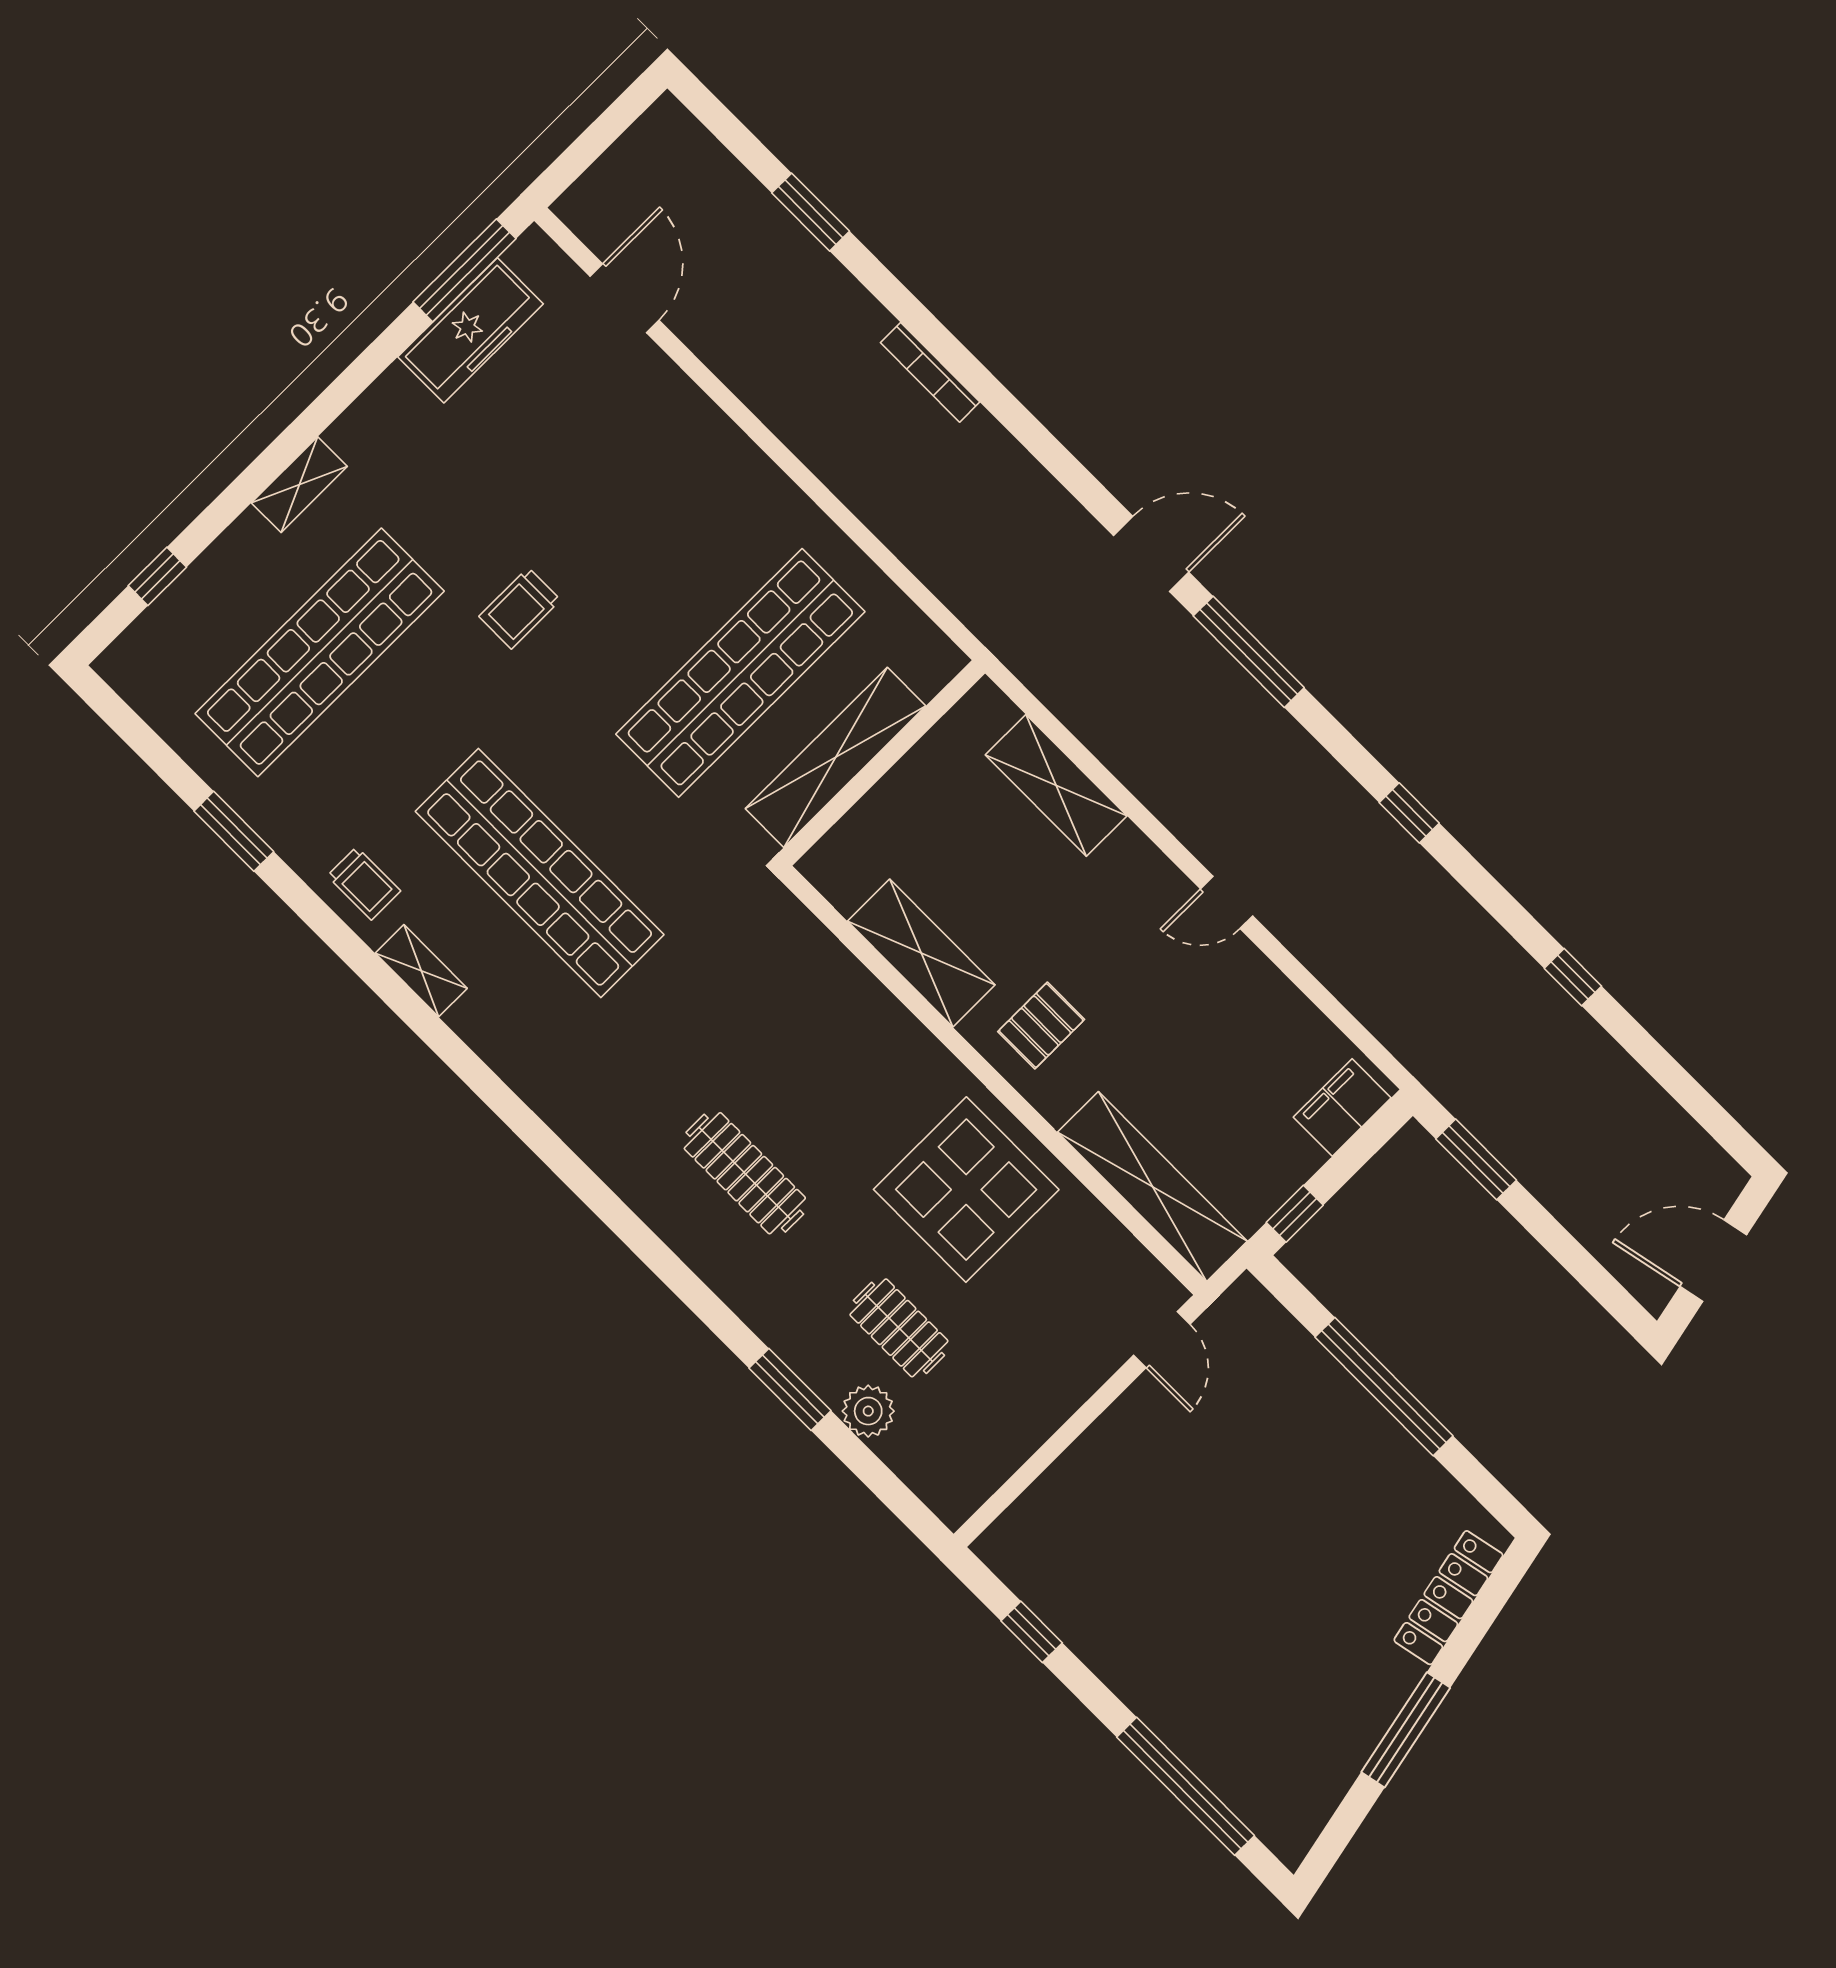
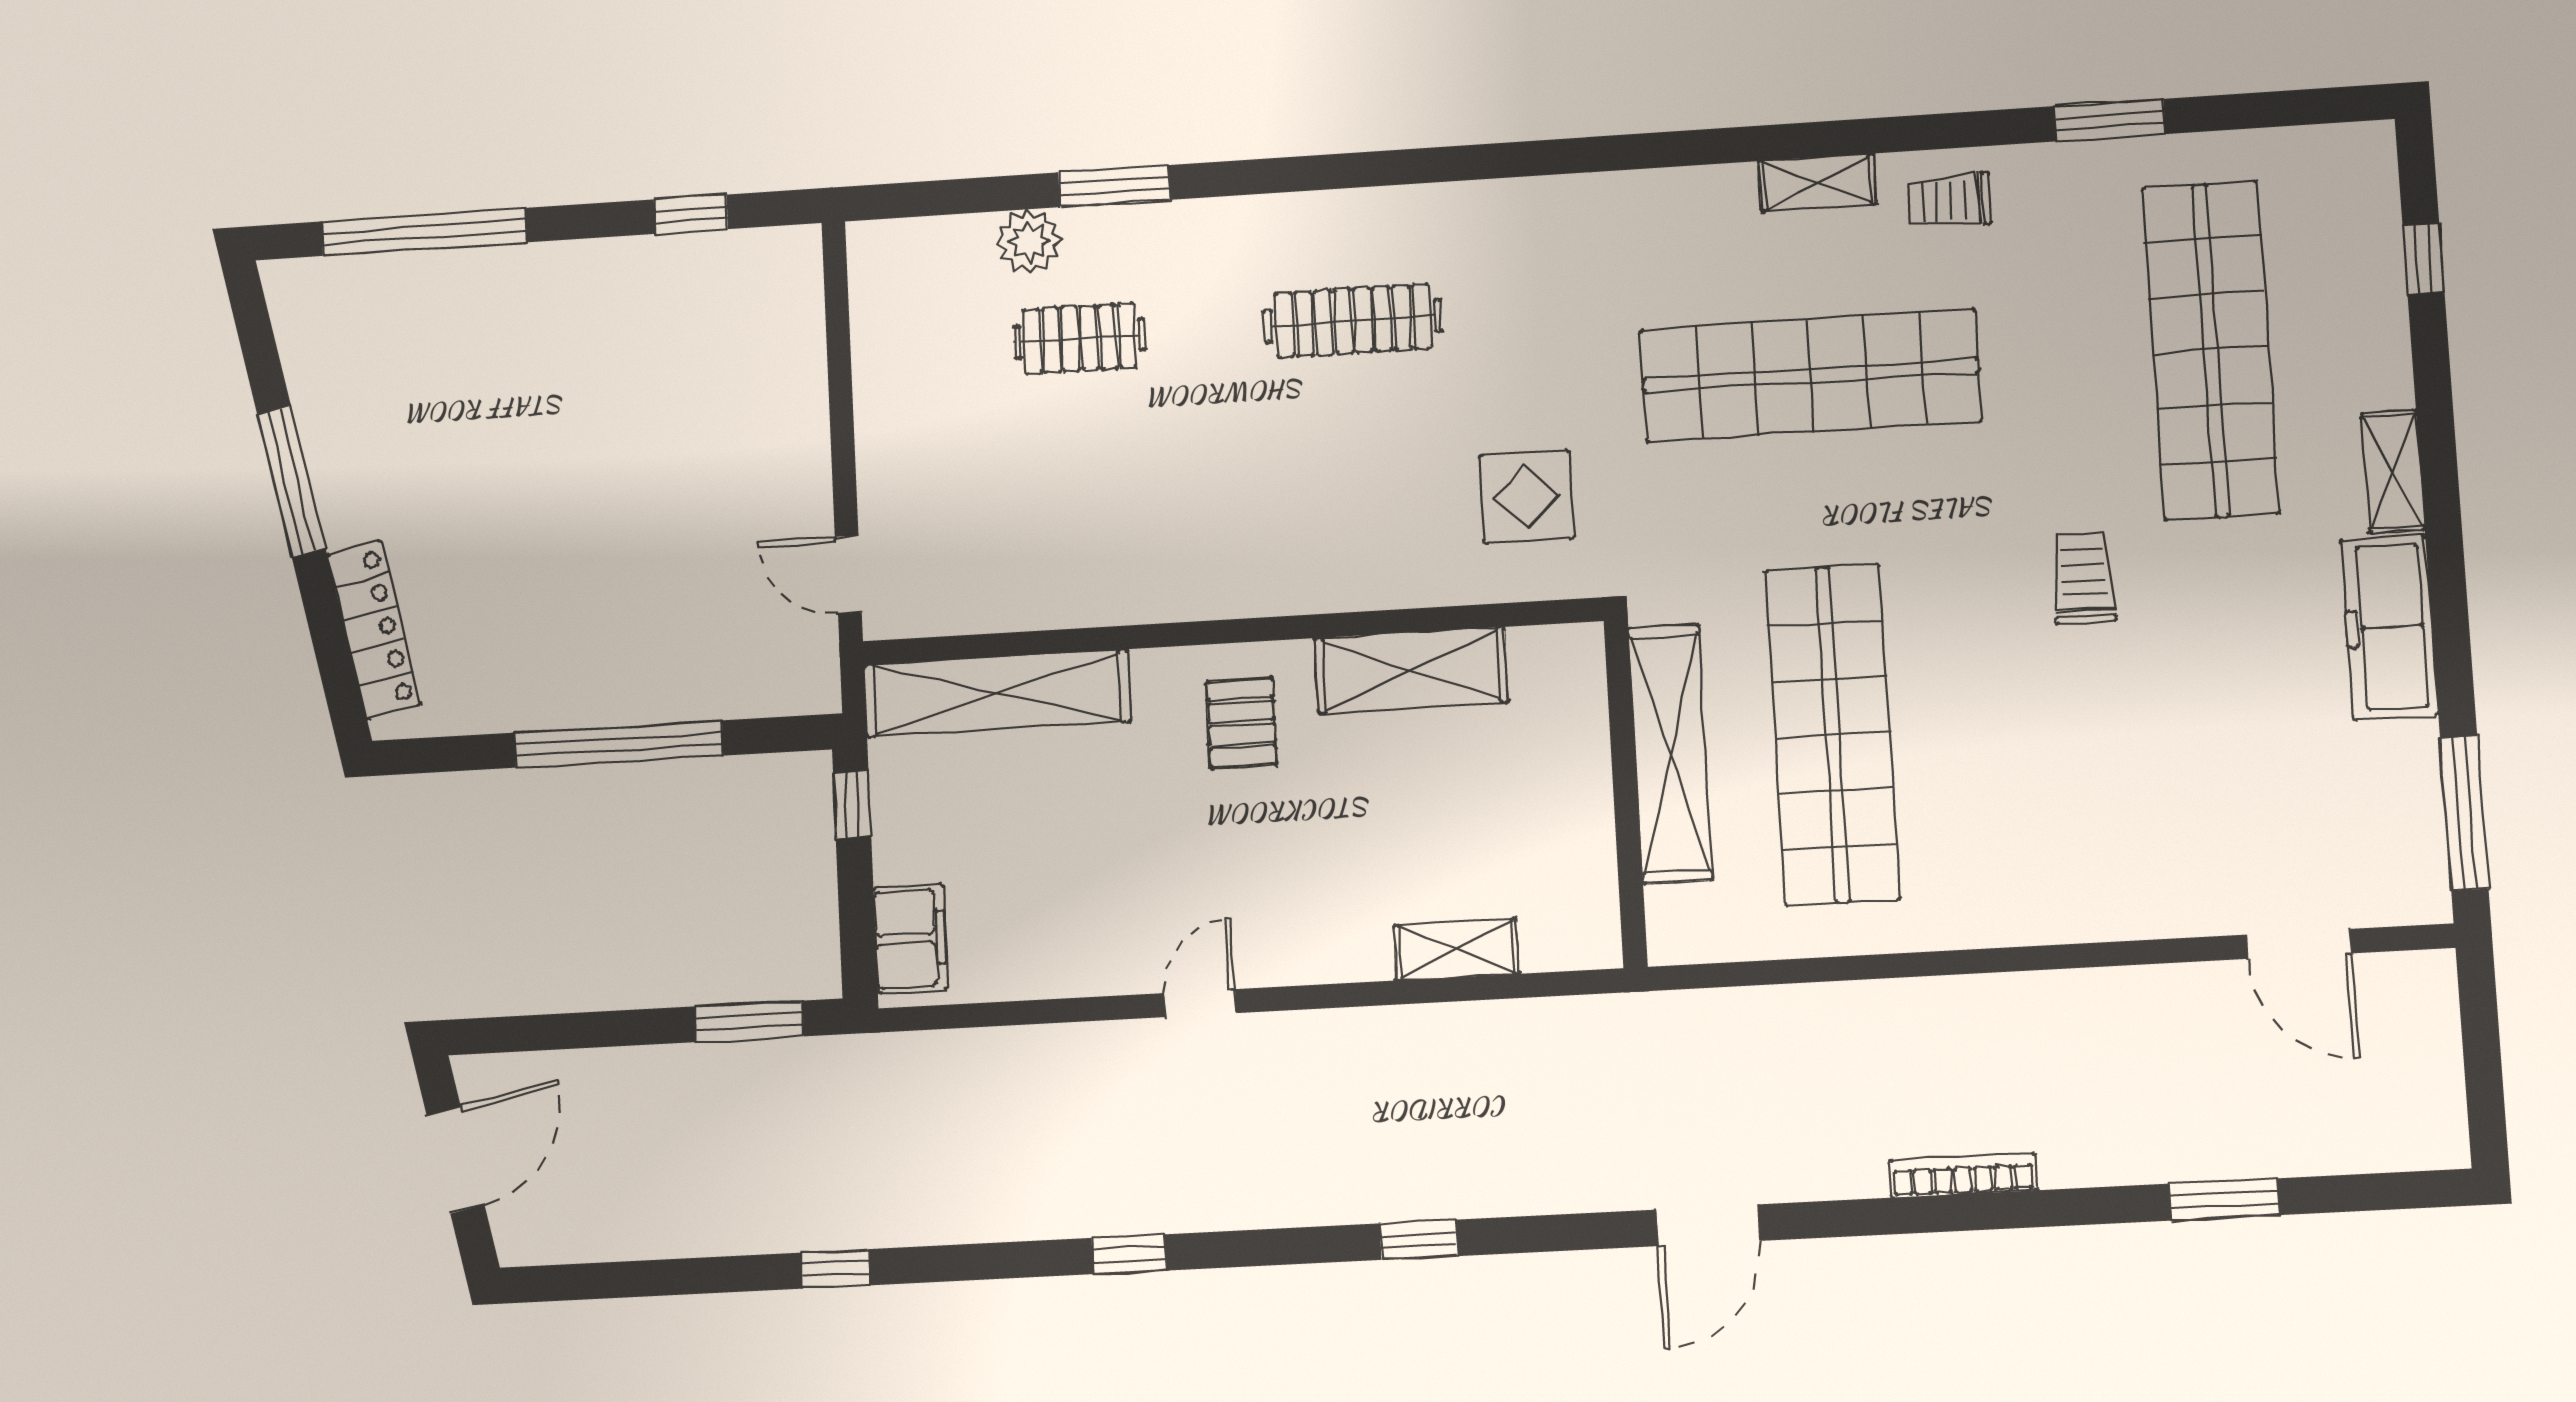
freezer: (471, 330) -> (2389, 627), moved
door: (1151, 554) -> (1708, 1225), moved
window: (1249, 652) -> (1419, 1240), width x0.46
shelving: (1056, 785) -> (1456, 950), width x0.67, depth x0.75
display table: (966, 1190) -> (1526, 497), moved, width x0.54, depth x0.54

